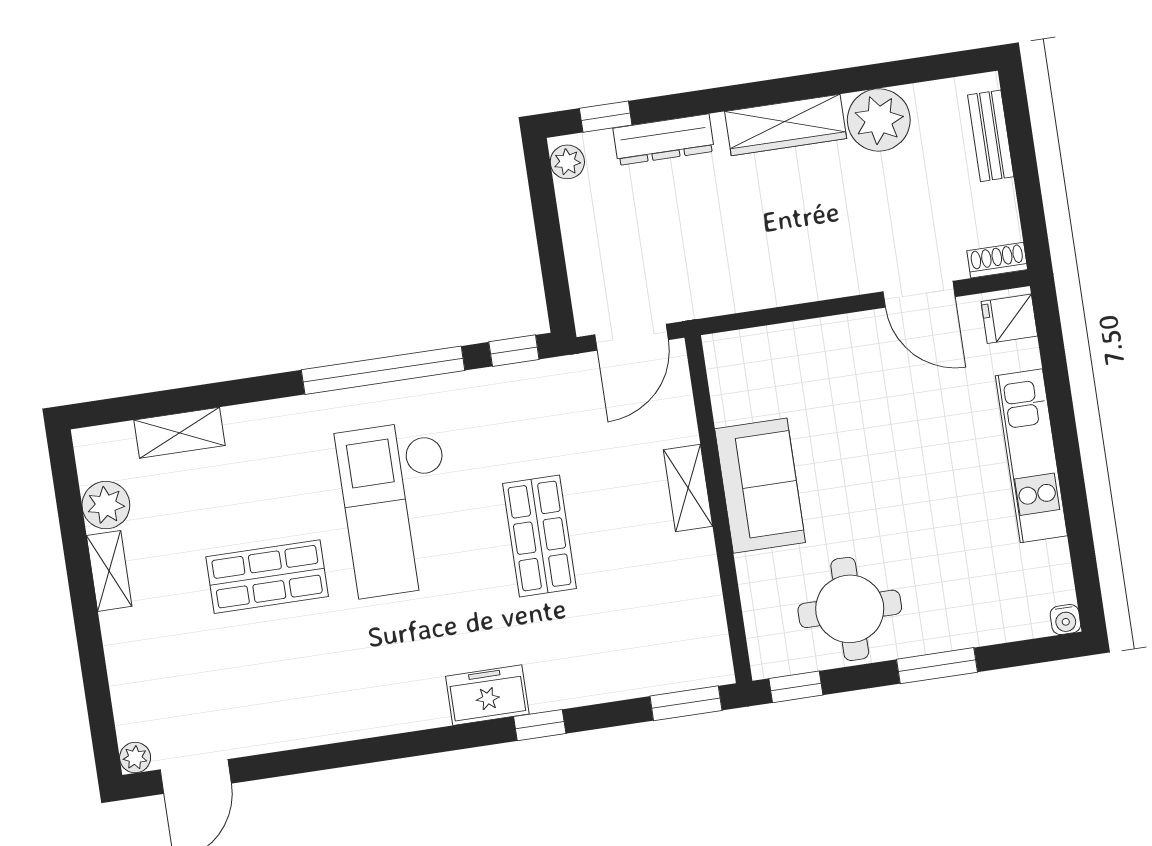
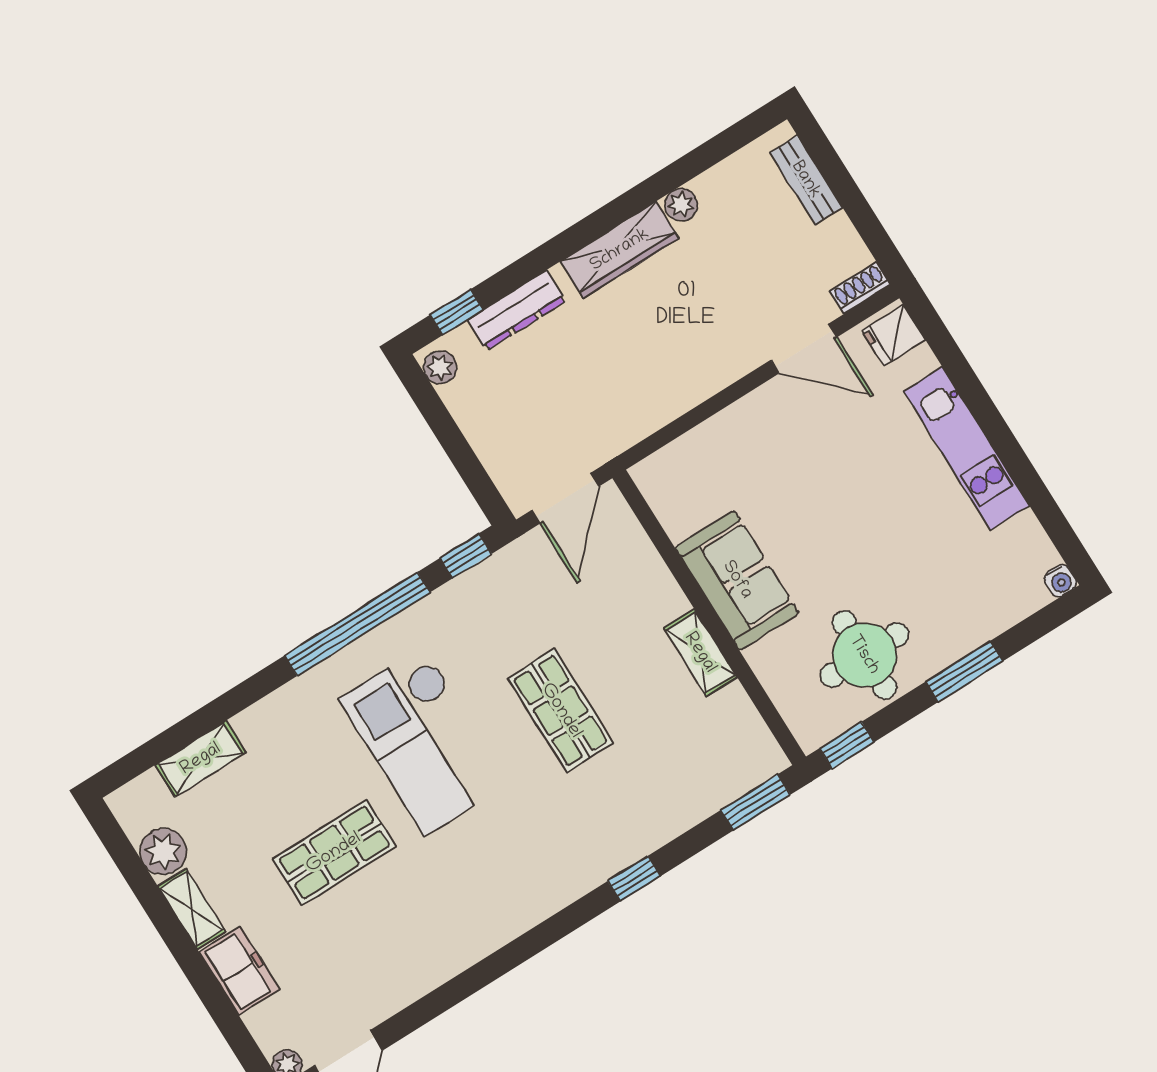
plant: (879, 120) -> (681, 205), width x0.53, depth x0.53
shelving: (688, 488) -> (700, 653), moved
freezer: (487, 695) -> (239, 971), moved, turned 90

